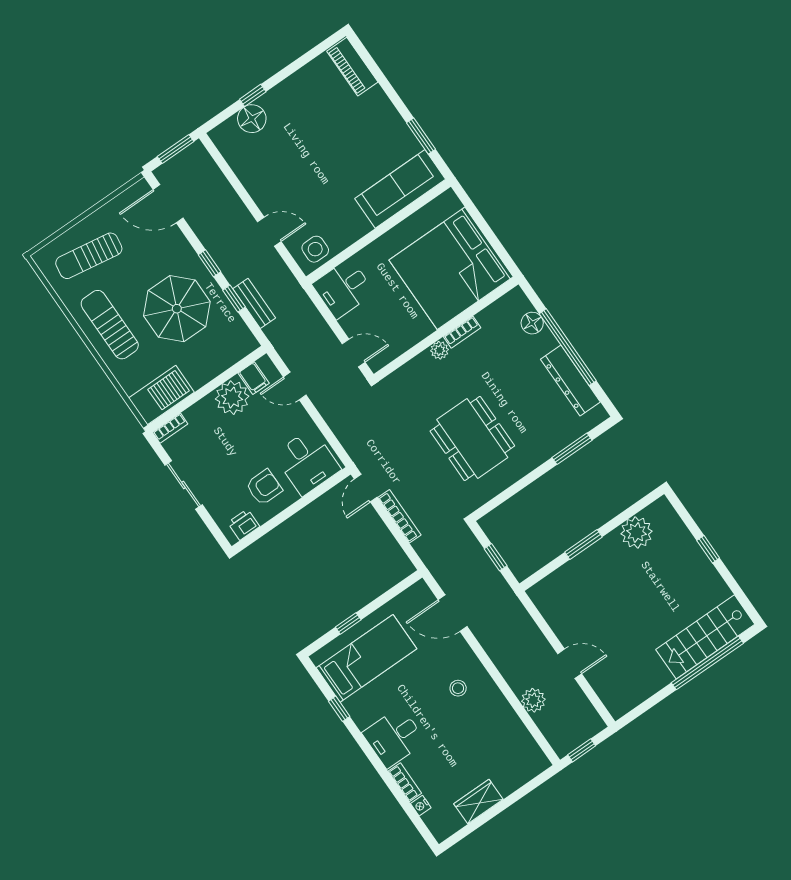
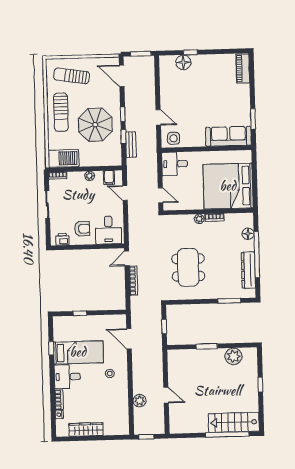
sun lounger: (110, 325) -> (61, 112), turned 180
plant: (232, 398) -> (90, 176), width x0.53, depth x0.53
bed: (366, 658) -> (78, 352), moved
wardrobe: (478, 801) -> (86, 429), width x1.50

